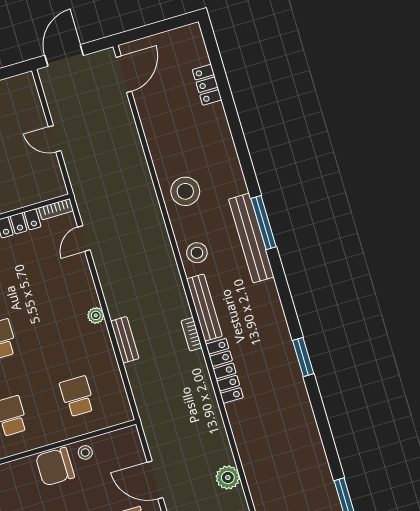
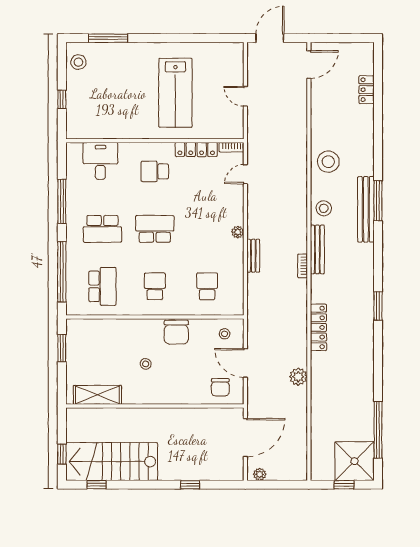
locker: (224, 371) -> (318, 327), moved
stool: (85, 452) -> (225, 334), moved
chair: (55, 467) -> (176, 332), turned -90

